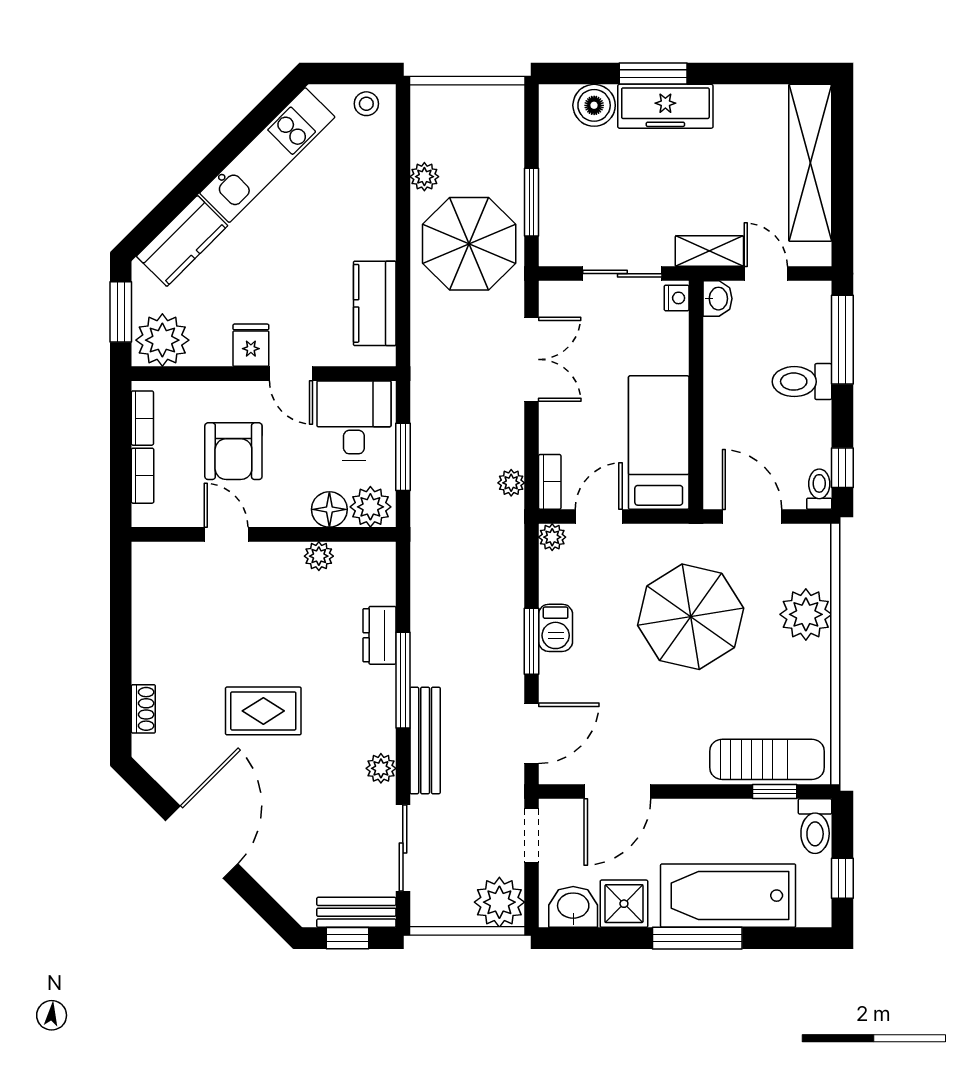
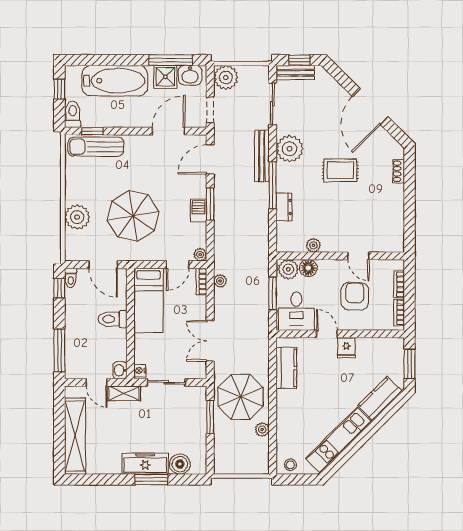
plant: (162, 340) -> (389, 350), removed
toilet: (802, 382) -> (113, 319), moved, turned 180
plant: (381, 768) -> (290, 149), width x1.87, depth x1.87
window: (697, 938) -> (171, 60), moved

